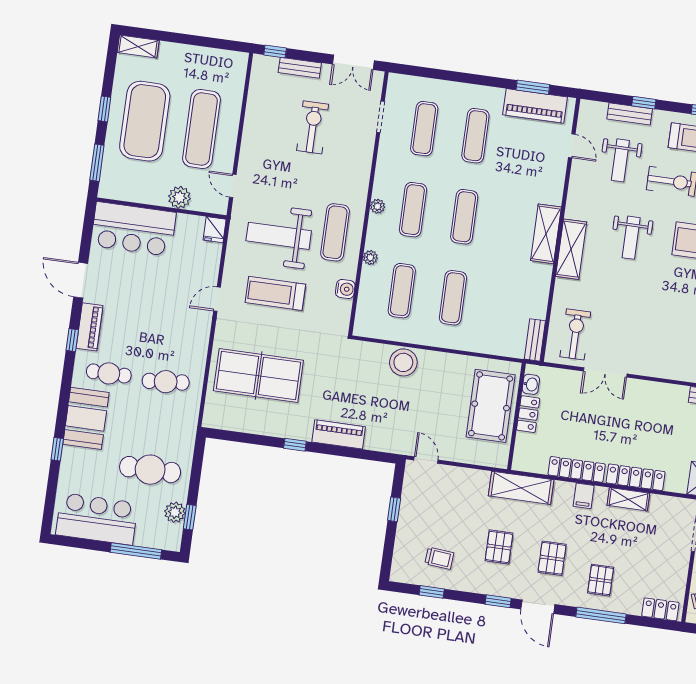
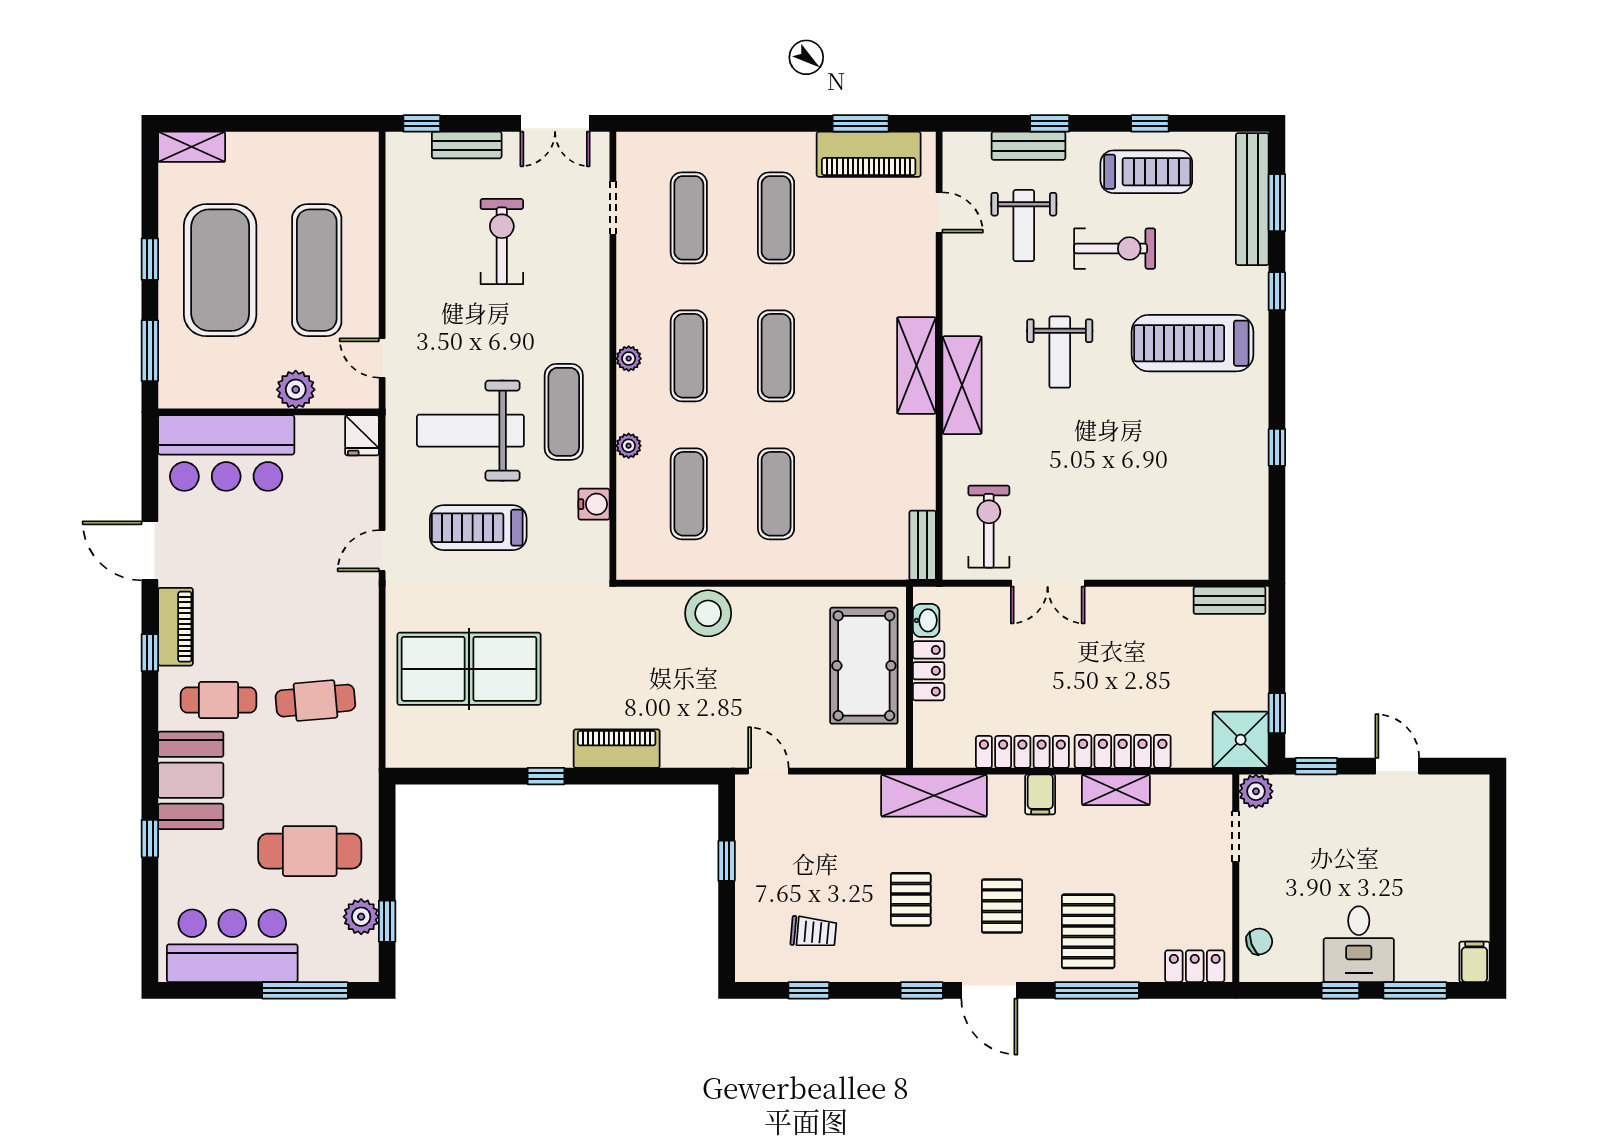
pallet: (601, 580) -> (1088, 931), width x1.50, depth x1.42

